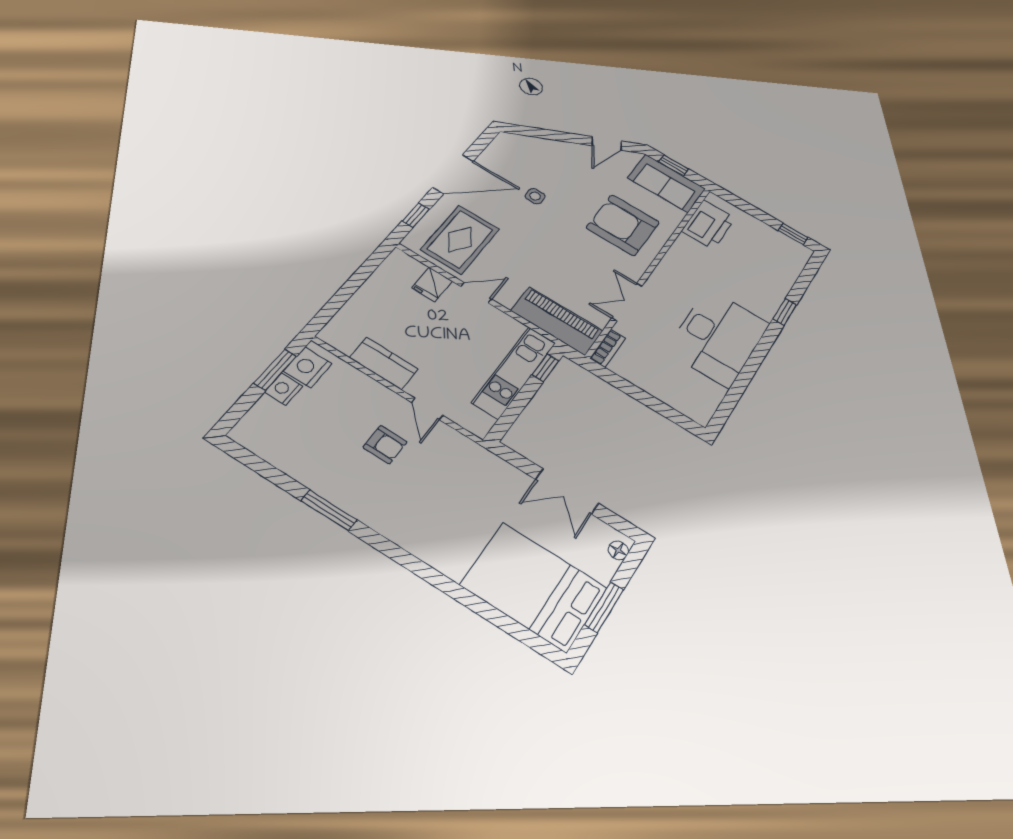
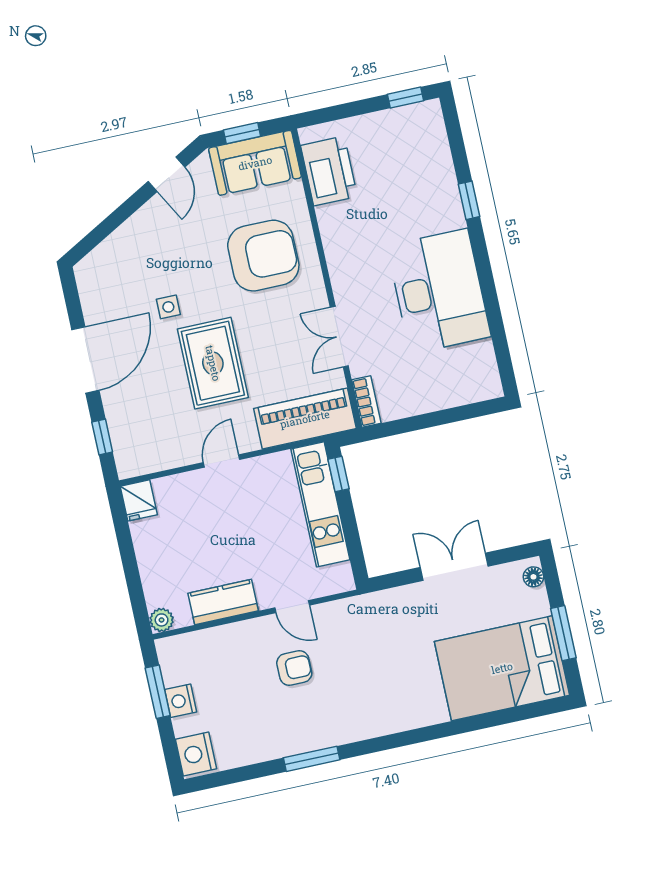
armchair: (623, 225) -> (263, 256), turned 180
rug: (460, 239) -> (213, 363), moved
fridge: (432, 284) -> (139, 500), moved
plant: (331, 335) -> (162, 620), added
nightstand: (308, 367) -> (196, 754), moved
double door: (567, 491) -> (454, 567), swing flipped

